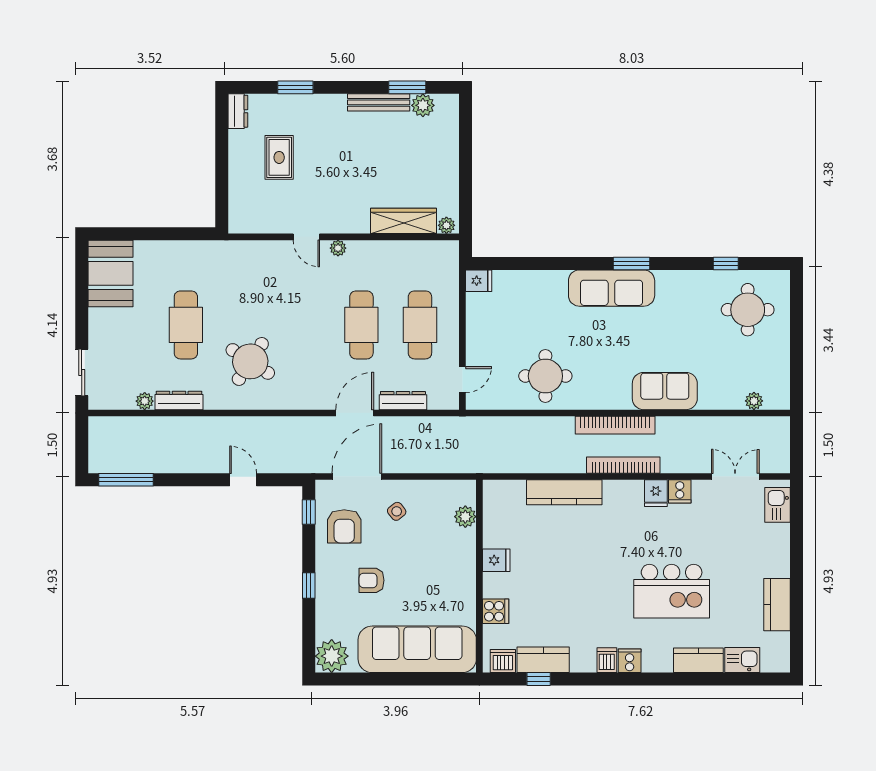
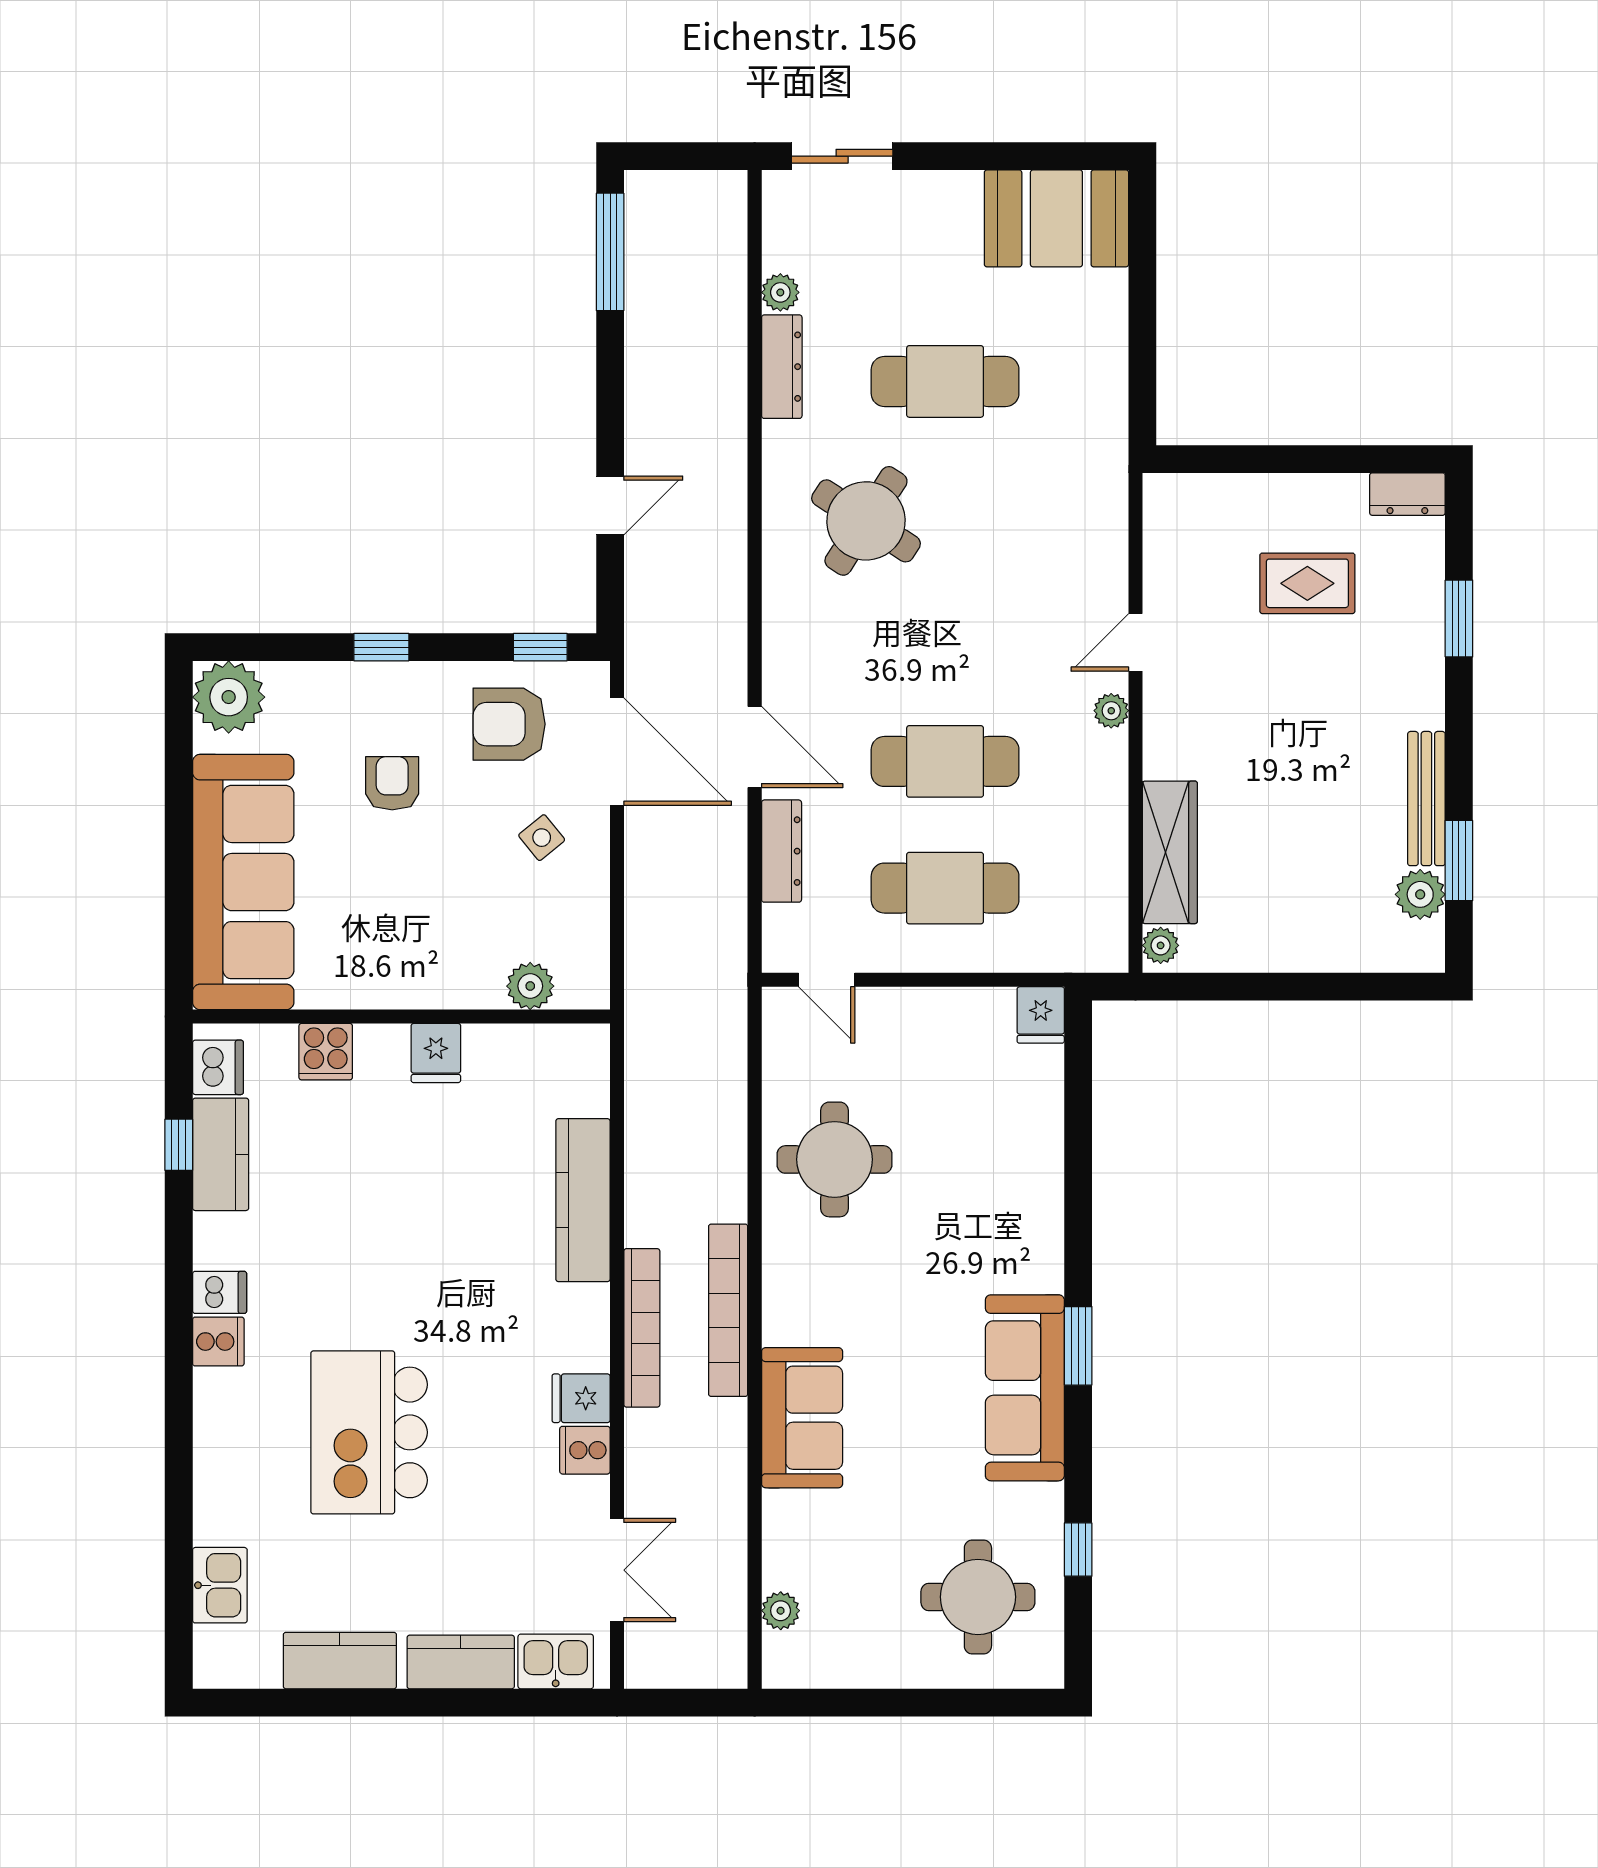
sofa: (612, 288) -> (1025, 1388), moved
kitchen counter: (698, 660) -> (461, 1662), moved, turned -90

